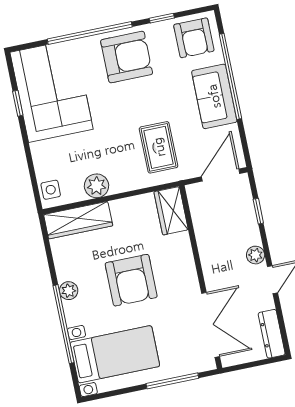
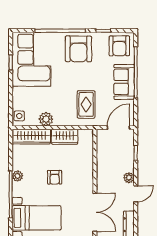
armchair: (127, 57) -> (78, 49), turned 90
wardrobe: (171, 211) -> (65, 137), moved, turned -90
armchair: (131, 280) -> (55, 177), width x0.53, depth x0.53

